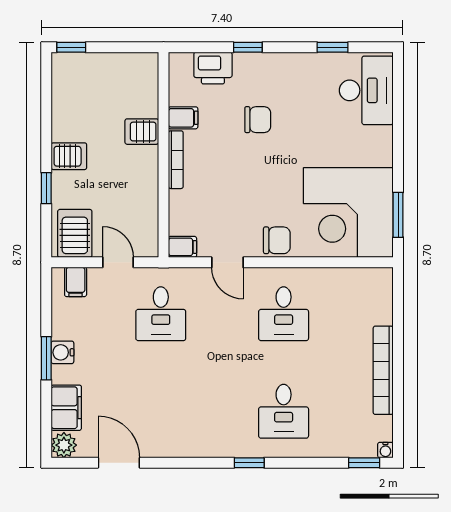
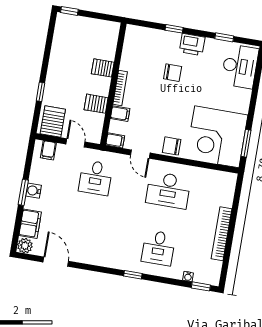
printer: (213, 68) -> (192, 45), moved
filing cabinet: (183, 118) -> (120, 114), moved
server rack: (69, 156) -> (96, 104), moved, turned 180
chair: (277, 240) -> (172, 146), turned 180
desk: (284, 314) -> (168, 190), width x1.37
water cooler: (385, 450) -> (188, 277), moved

